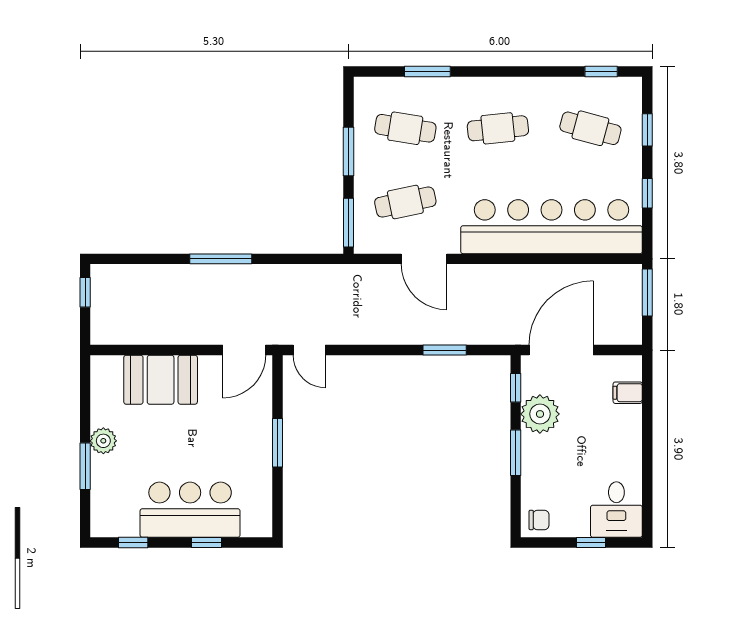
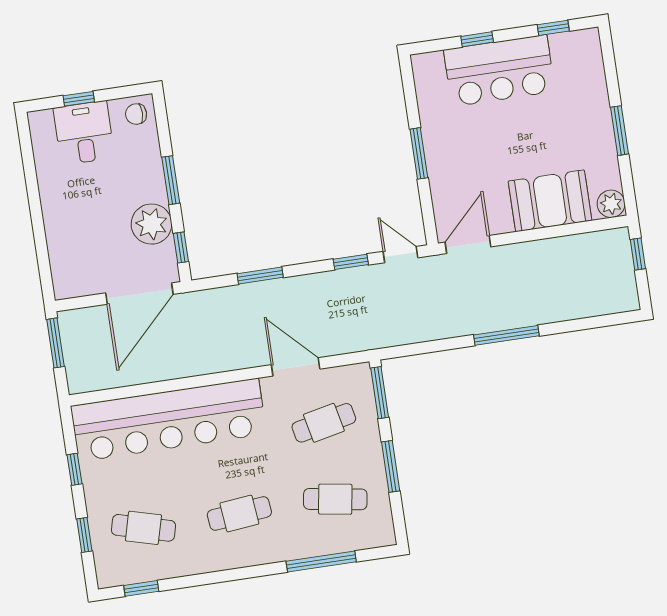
window: (427, 71) -> (321, 562), width x1.44
window: (85, 292) -> (638, 254), moved
window: (647, 292) -> (56, 343), moved
window: (357, 350) -> (351, 262), added
filing cabinet: (628, 393) -> (64, 260), removed
plant: (103, 441) -> (611, 204), moved
window: (85, 466) -> (619, 131), moved
desk: (616, 510) -> (84, 133), moved

